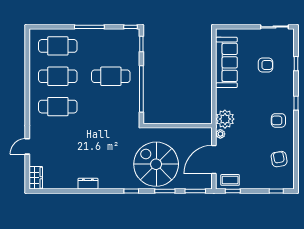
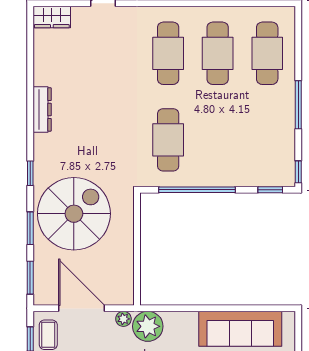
cafe table: (111, 76) -> (168, 140), moved
dresser: (88, 184) -> (42, 109), width x1.44

